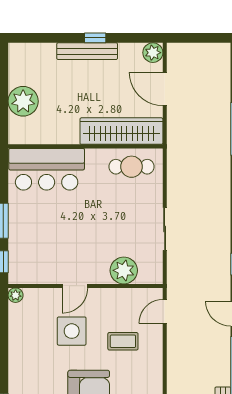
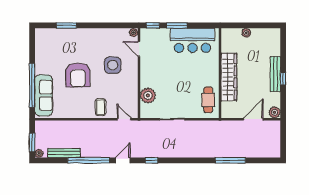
plant: (23, 101) -> (246, 33), width x0.53, depth x0.53
wardrobe: (121, 131) -> (229, 77), moved
bar counter: (47, 169) -> (192, 40), moved, turned -90
door: (75, 286) -> (139, 49), moved
coffee table: (123, 341) -> (101, 107), moved

